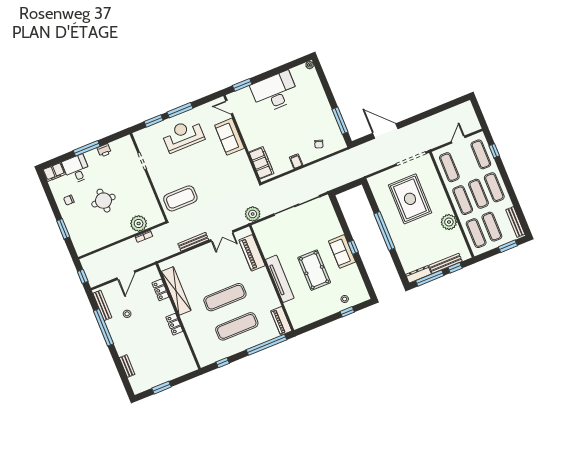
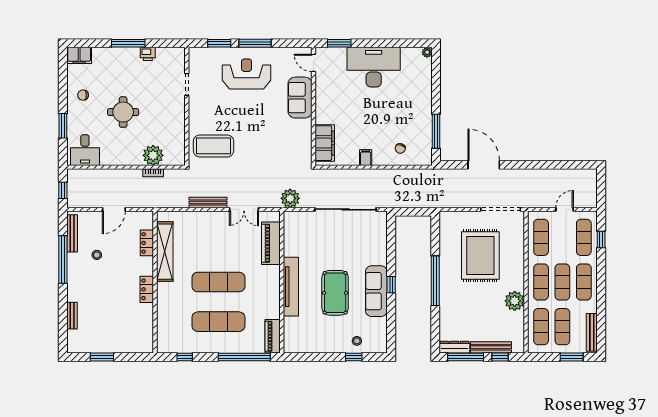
desk: (77, 169) -> (85, 150), moved, turned 180
sofa: (342, 251) -> (376, 291), width x1.36

